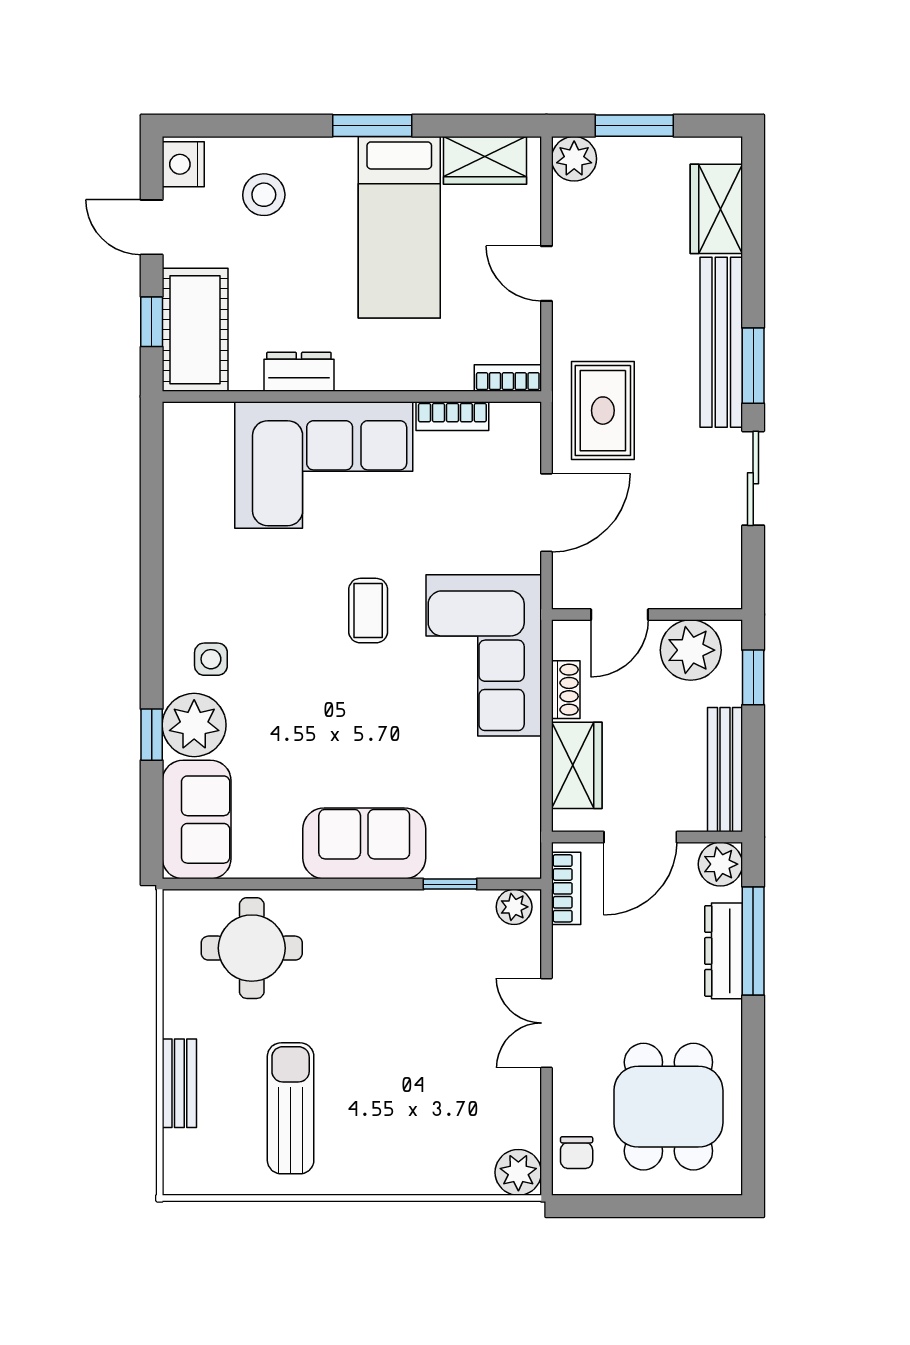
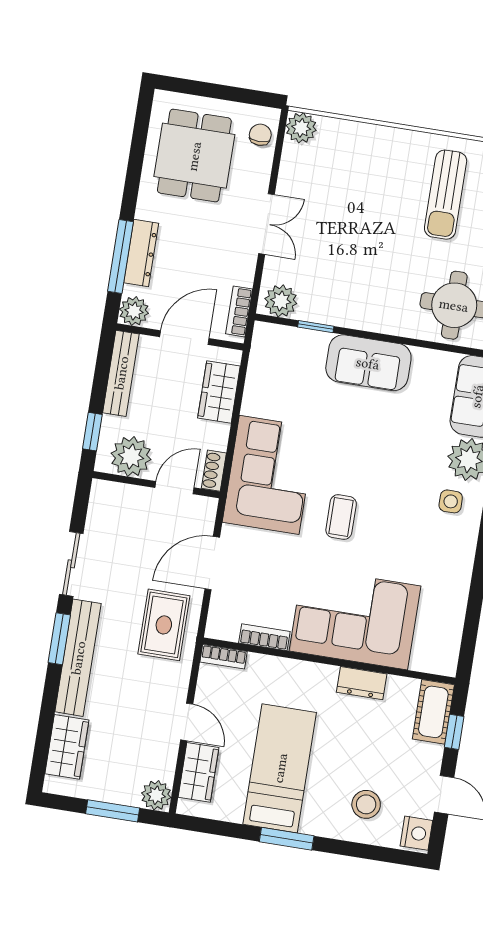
wardrobe: (485, 160) -> (198, 772), moved, turned 90
cot: (195, 330) -> (433, 712), width x0.73, depth x0.75
shoe rack: (566, 690) -> (214, 471), moved
plant: (514, 907) -> (281, 301), width x1.38, depth x1.38

